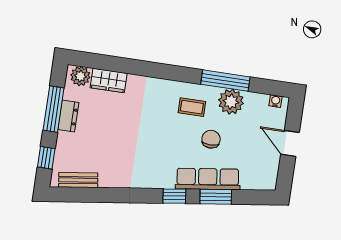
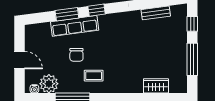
plant: (80, 76) -> (177, 86), removed
plant: (231, 102) -> (49, 84), moved
dresser: (68, 116) -> (181, 56), removed
bench: (78, 180) -> (156, 13), moved

